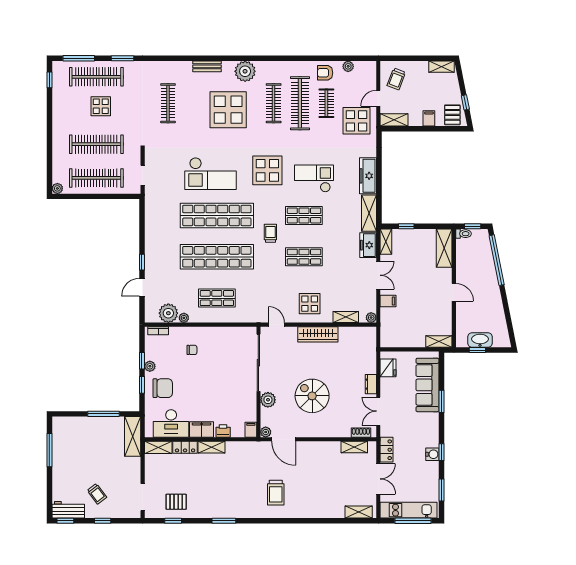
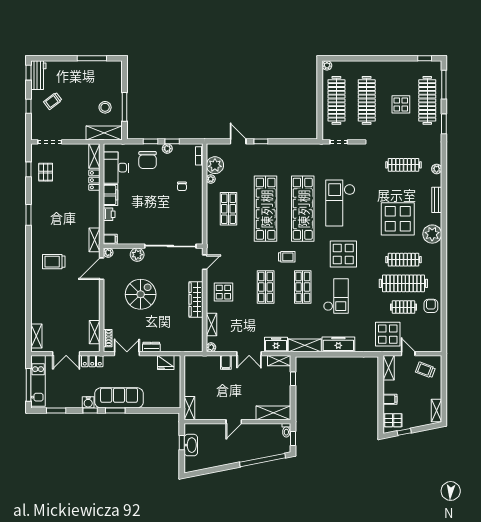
plant: (348, 66) -> (437, 169), moved
sofa: (427, 385) -> (119, 398), moved
window: (441, 401) -> (115, 410), moved
stool: (104, 435) -> (105, 107), added
shelving: (211, 447) -> (95, 240), moved

